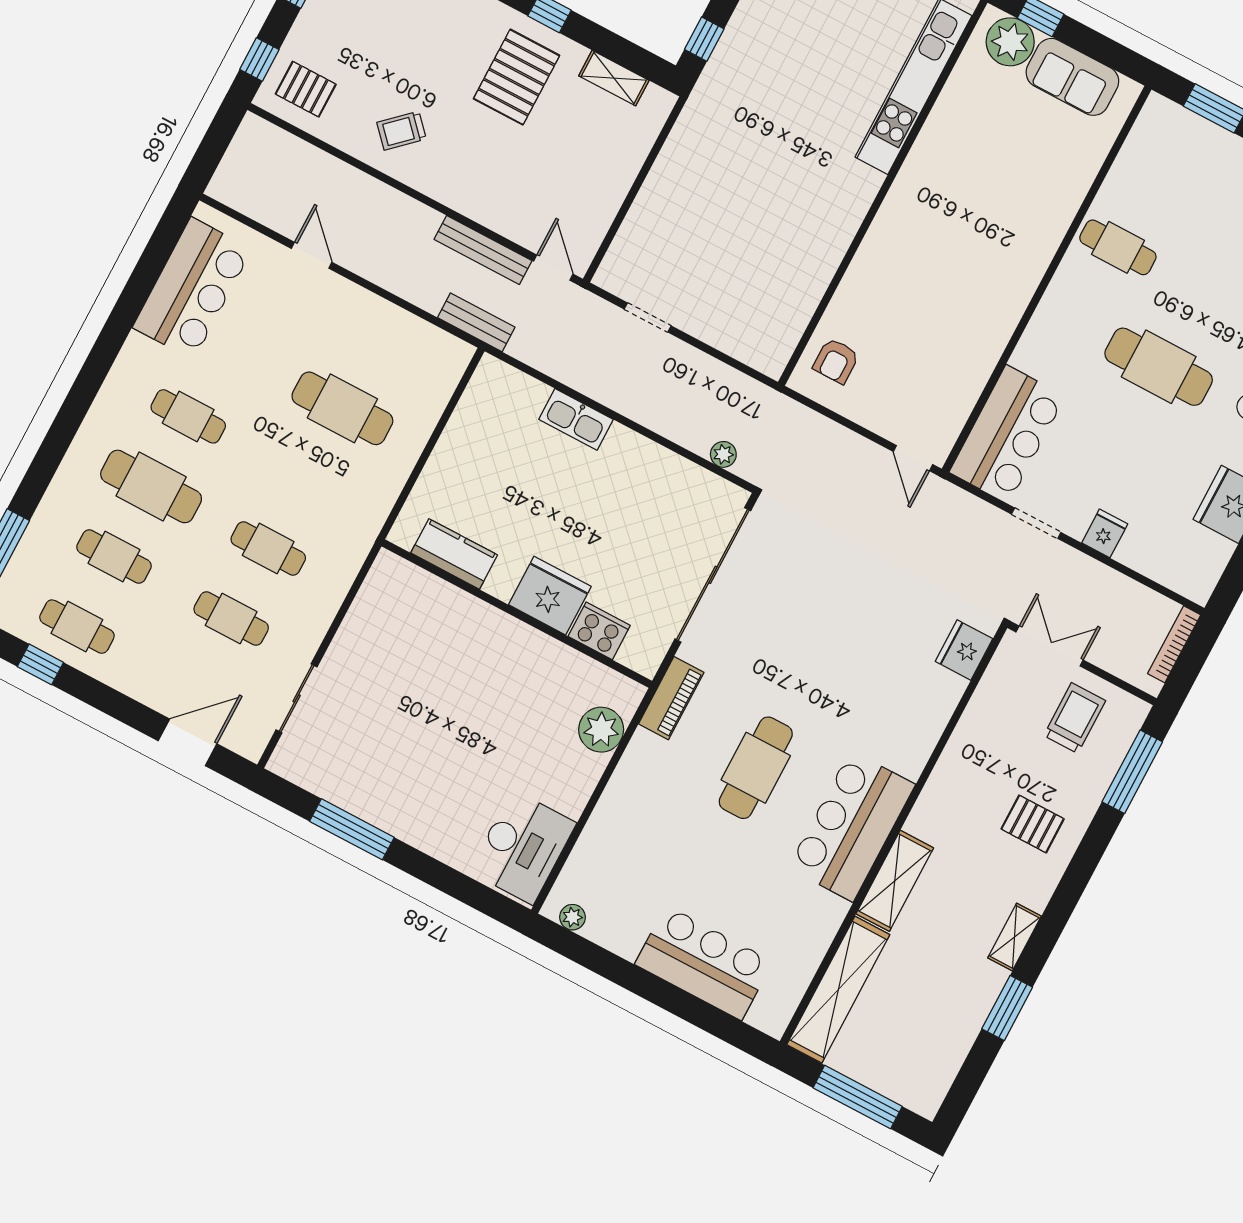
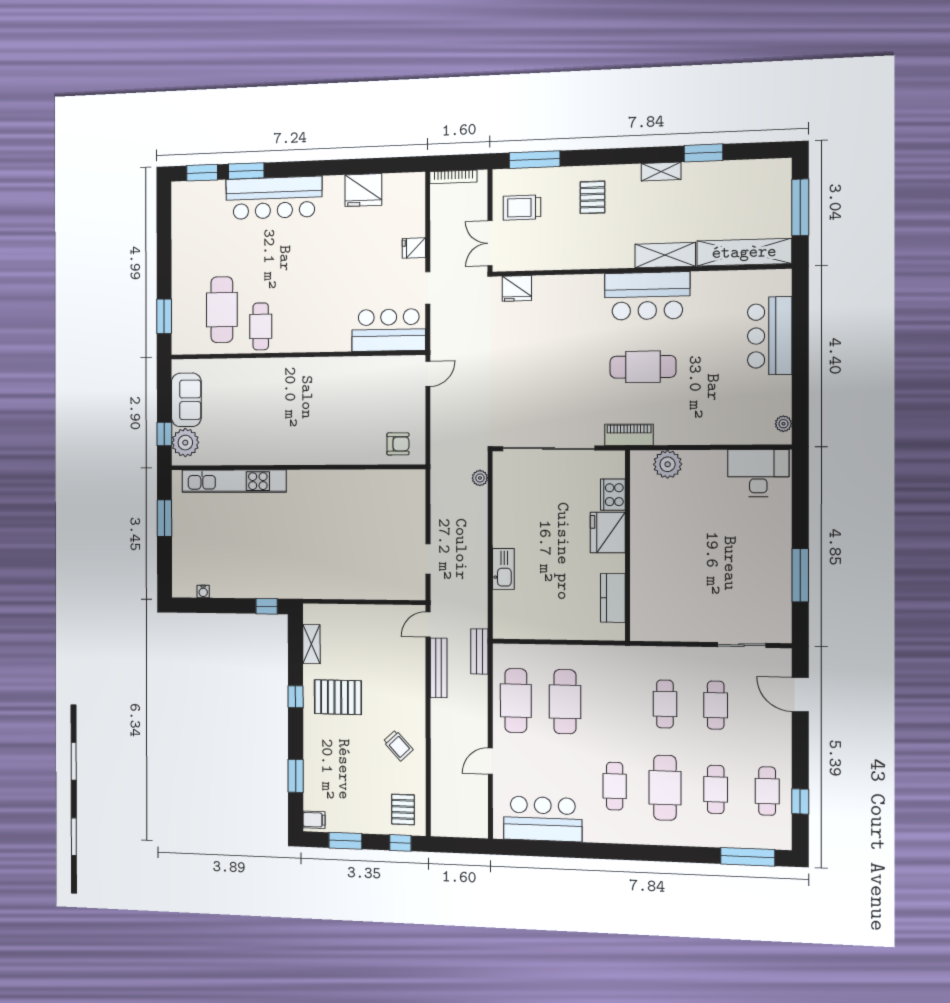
cafe table: (380, 338) -> (516, 701), added
cafe table: (1159, 367) -> (222, 310), moved

